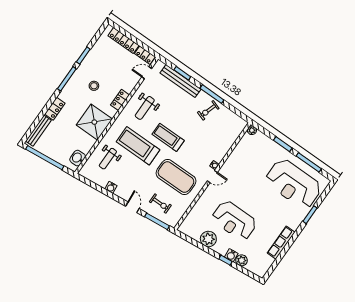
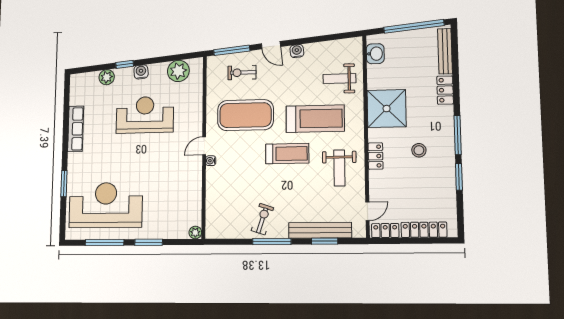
weight bench: (145, 108) -> (339, 168), turned 180
weight bench: (108, 159) -> (339, 79), turned -90
water cooler: (111, 187) -> (297, 51), moved
plant: (208, 239) -> (178, 71), moved
water cooler: (231, 255) -> (141, 72), moved

